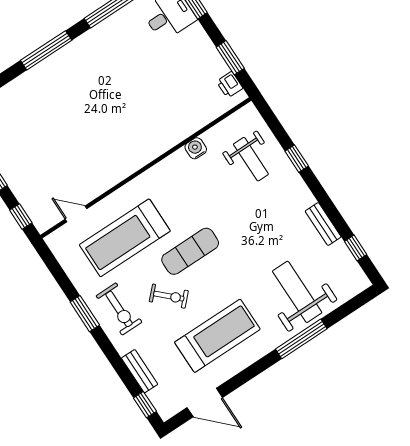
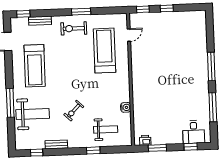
weight bench: (251, 159) -> (106, 129), turned 180
exercise mat: (190, 251) -> (80, 77), removed
exercise bike: (169, 296) -> (74, 111), moved

